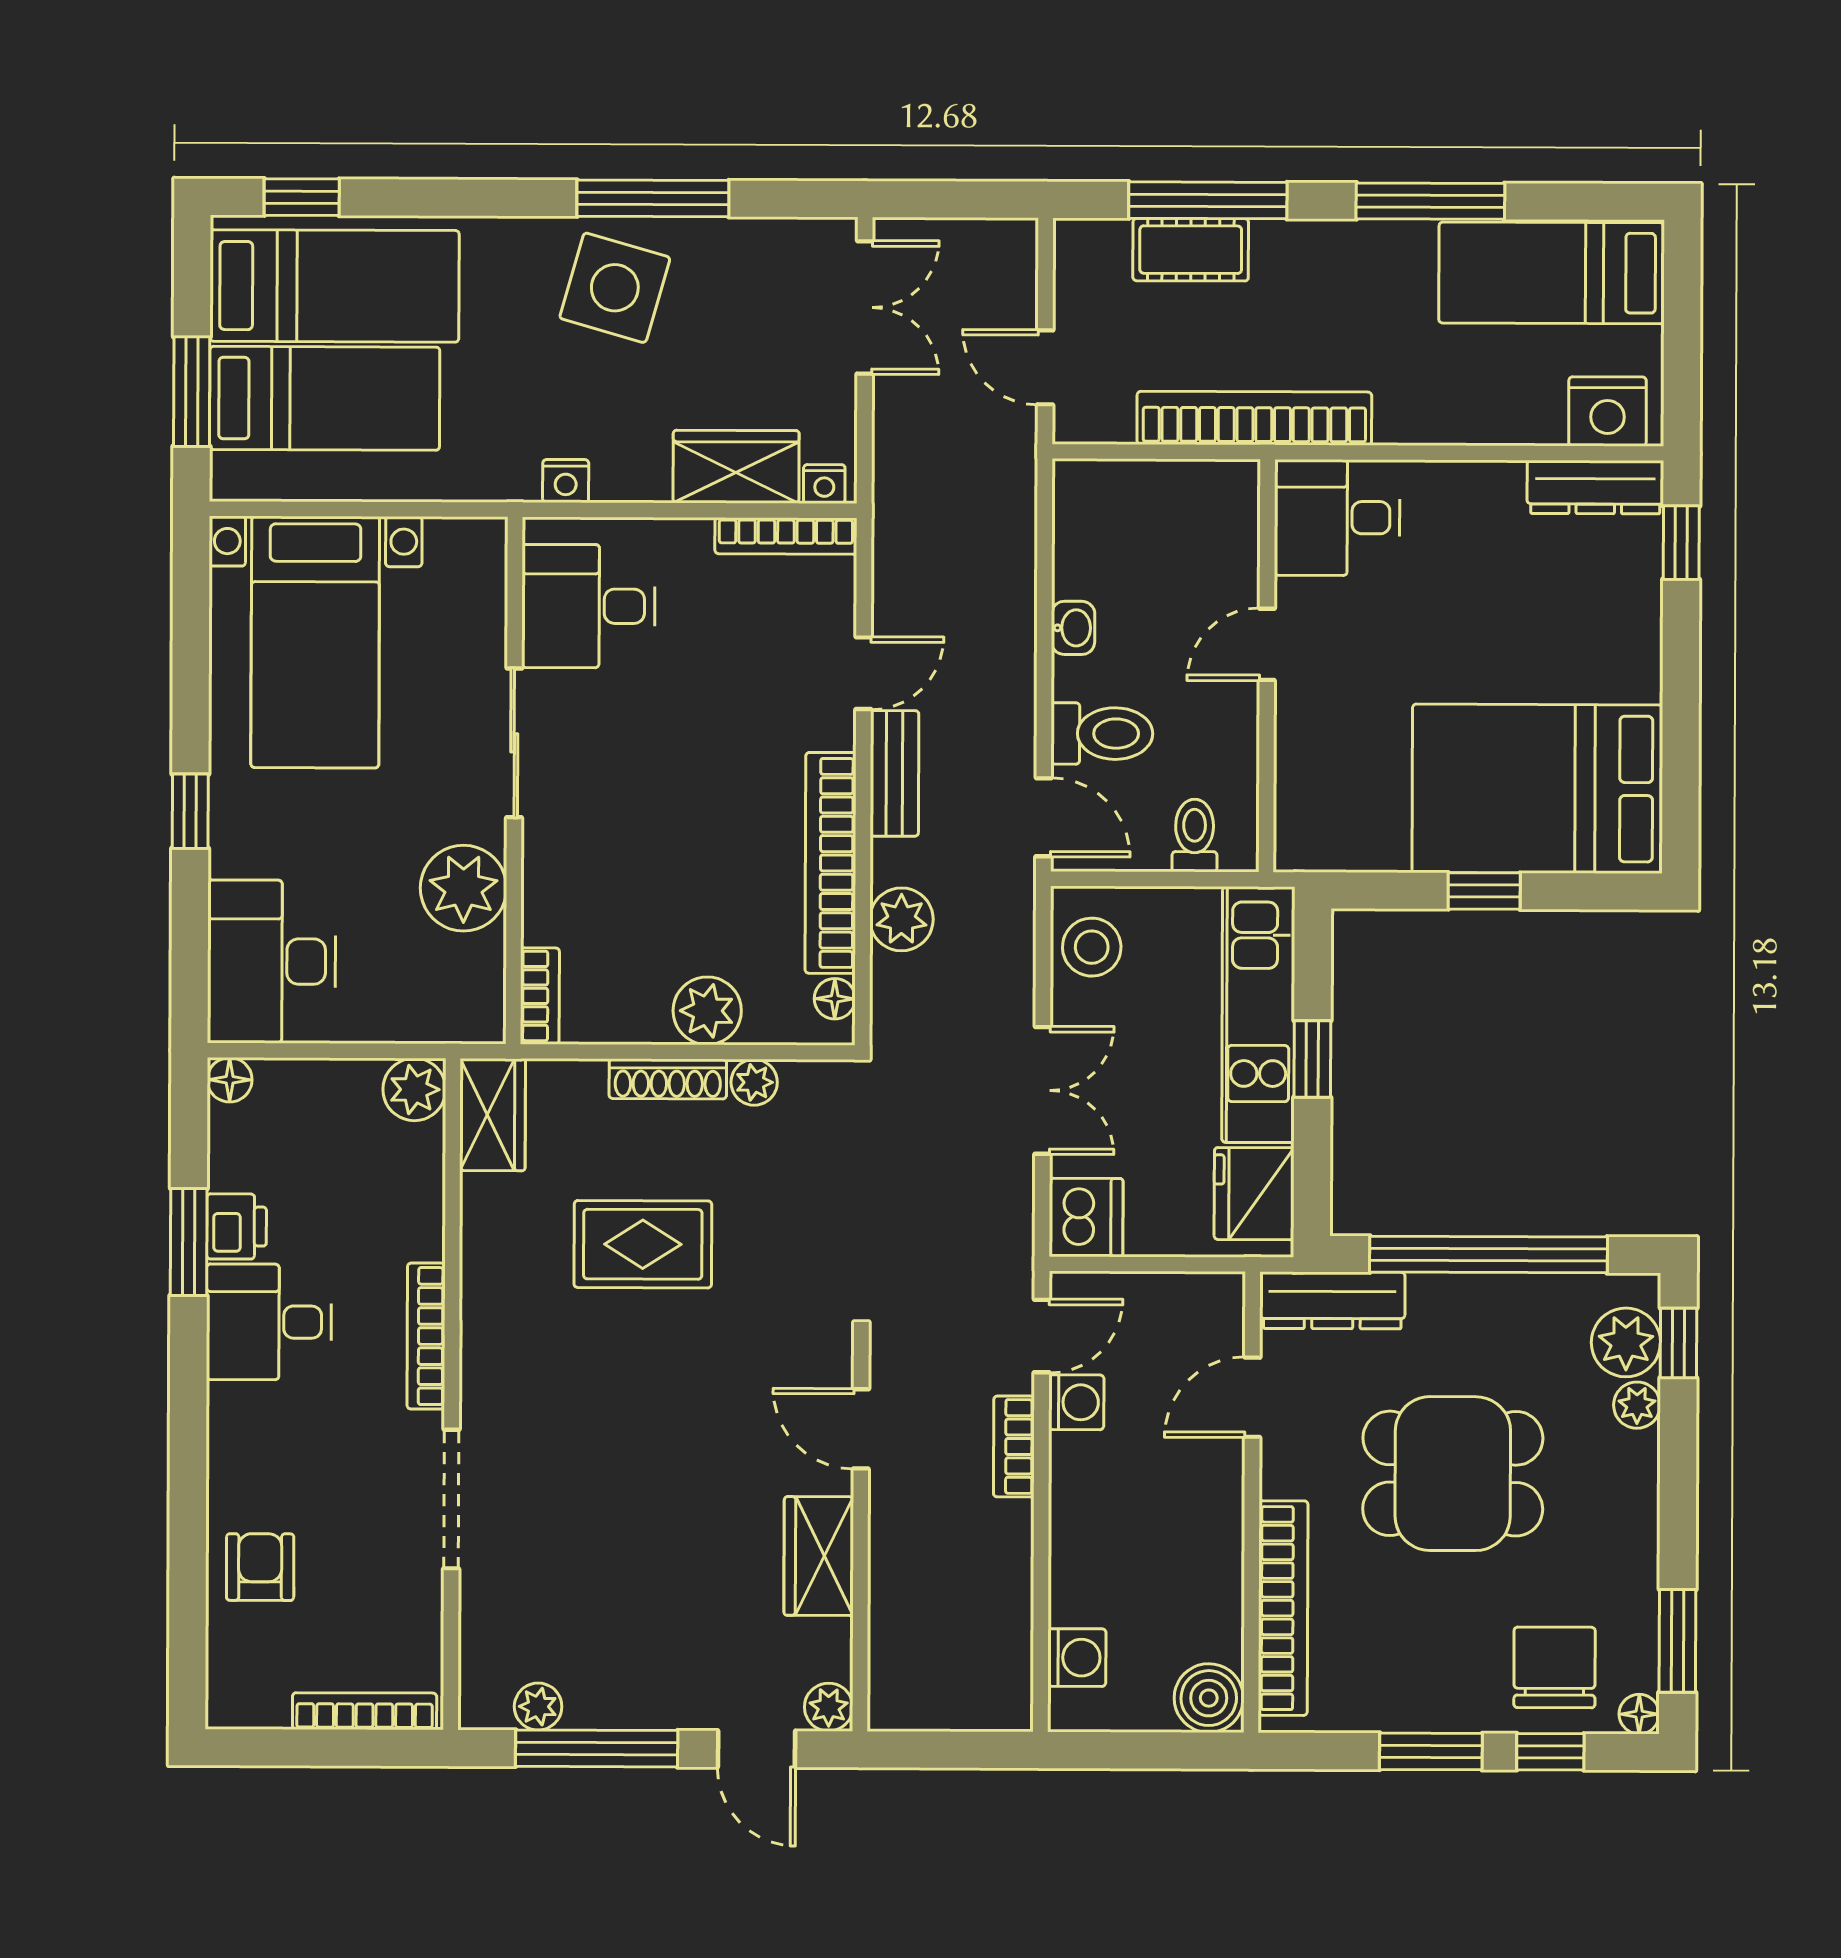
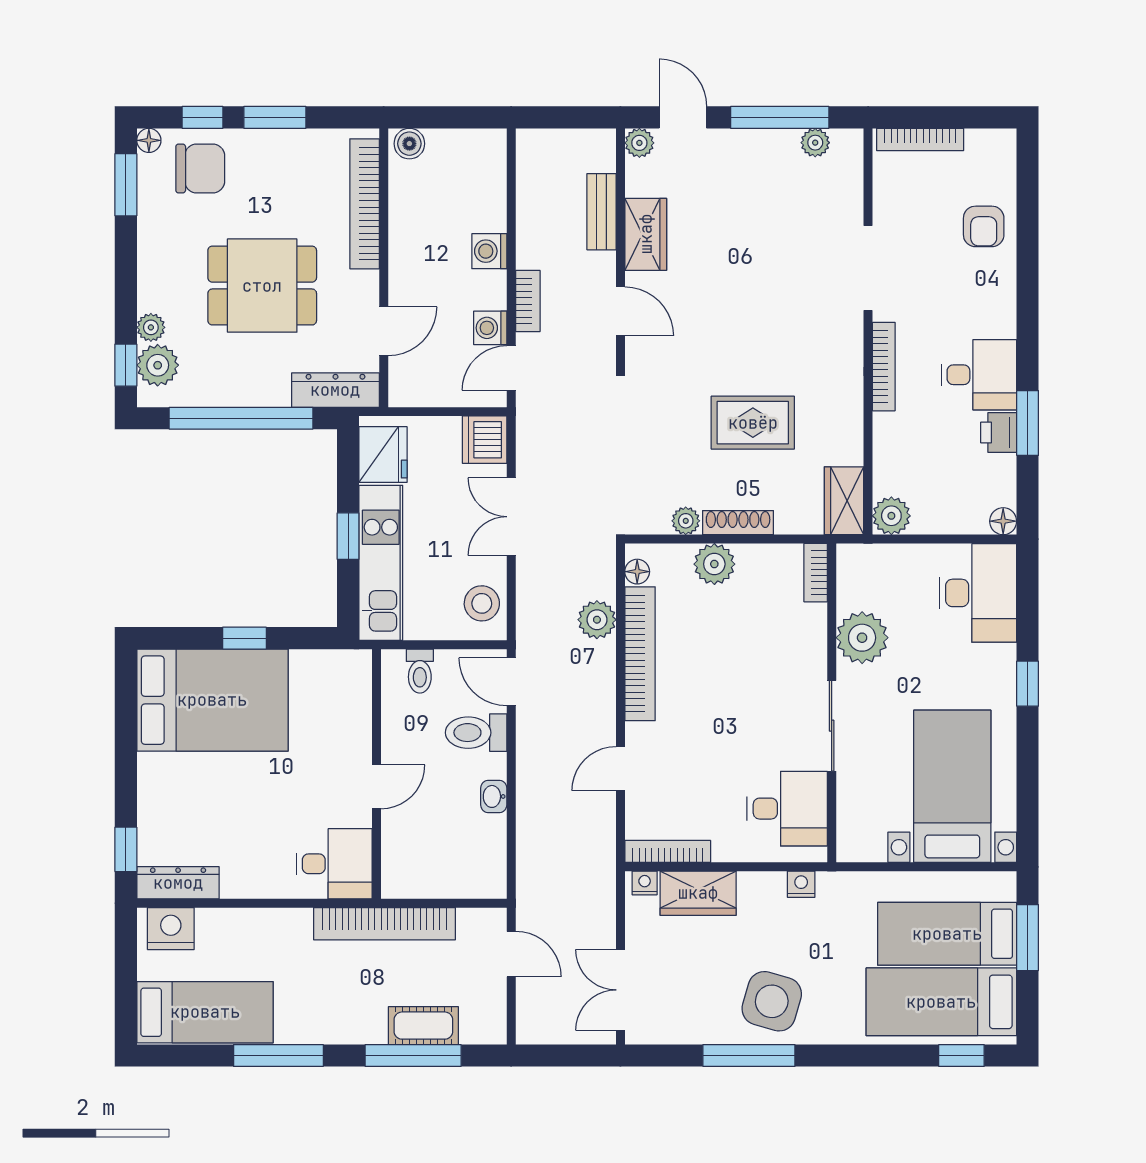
bench: (894, 773) -> (602, 212), moved
washing machine: (1077, 1658) -> (489, 251), moved
chair: (1555, 1667) -> (200, 168), turned -90
boiler: (1209, 1698) -> (409, 144), width x0.73, depth x0.73

